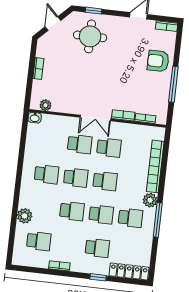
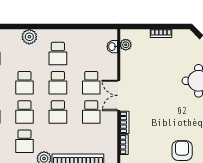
washbasin: (35, 118) -> (112, 47), moved
plant: (25, 216) -> (29, 37), moved

